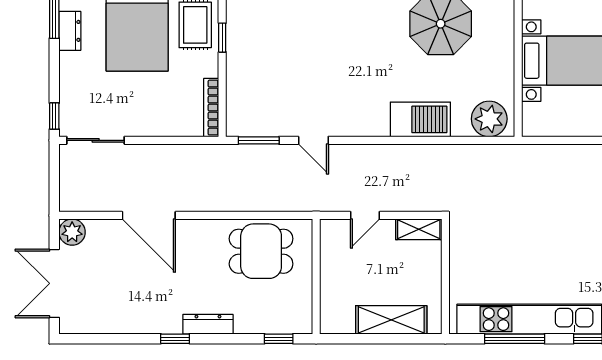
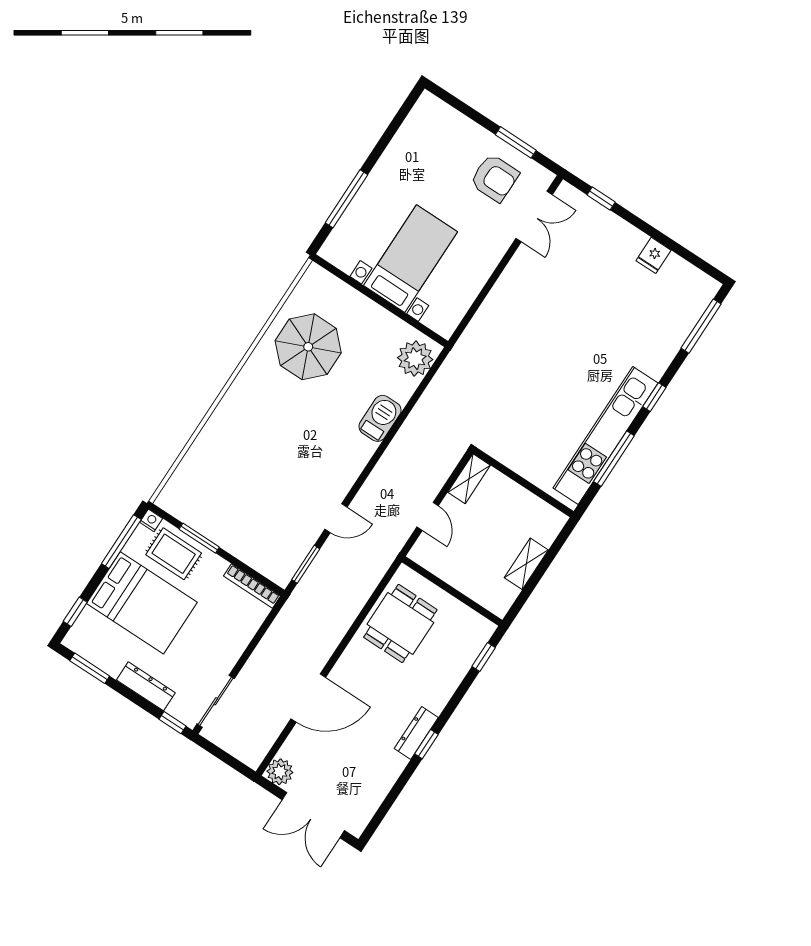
dresser: (70, 31) -> (146, 686), moved, width x1.44
window: (222, 38) -> (199, 538), width x1.50
barbecue: (420, 119) -> (380, 418), width x0.73, depth x0.83
shelving: (391, 320) -> (526, 564), width x0.67, depth x0.75
dresser: (208, 324) -> (416, 733), moved

